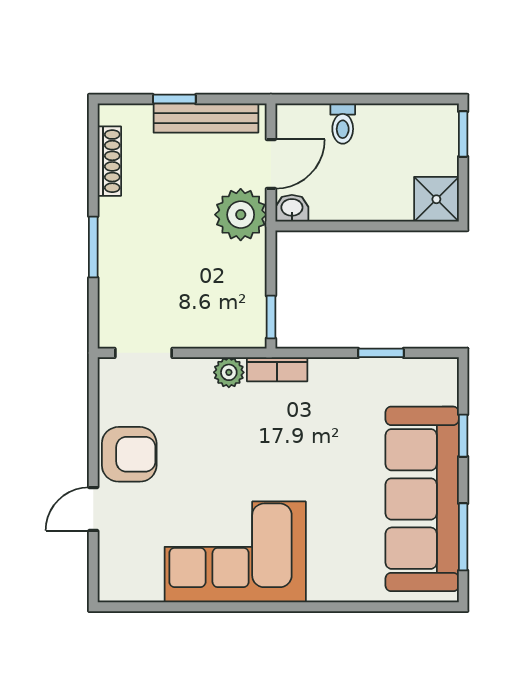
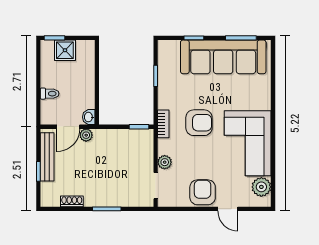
shoe rack: (109, 161) -> (72, 201), width x0.70
door: (271, 164) -> (68, 127), swing flipped
shower: (436, 199) -> (65, 50), moved
plant: (241, 215) -> (86, 135), width x0.53, depth x0.53
plant: (229, 372) -> (165, 162), moved
armchair: (280, 446) -> (199, 123), added
plant: (141, 582) -> (261, 187), added

